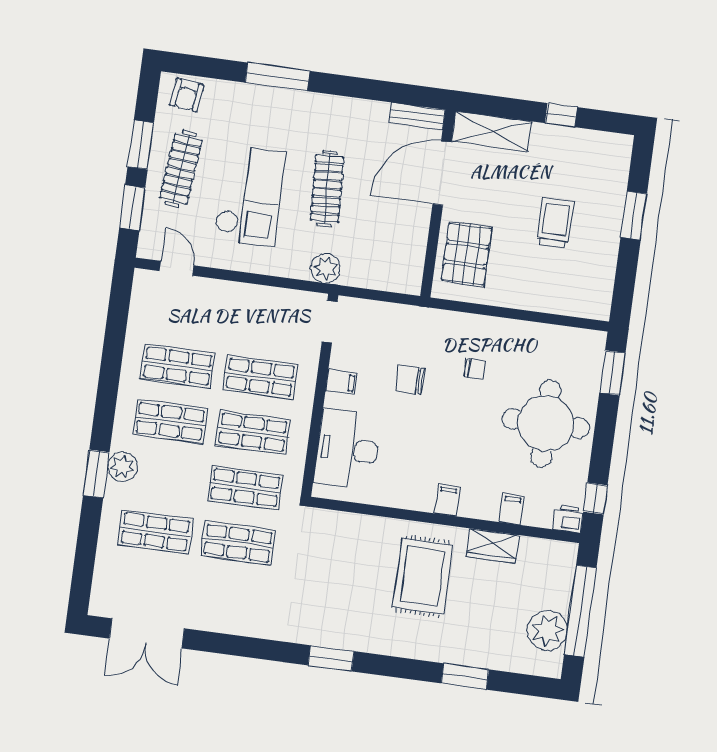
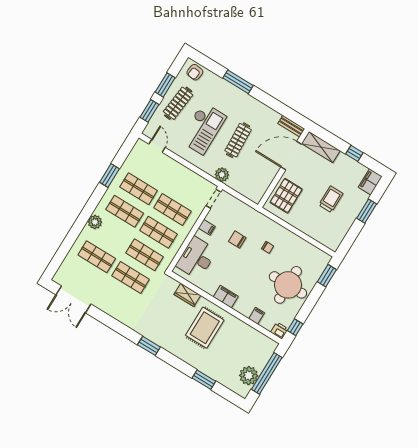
filing cabinet: (616, 156) -> (370, 182), added
window: (96, 474) -> (110, 175), moved
filing cabinet: (447, 500) -> (226, 297), width x2.00
wardrobe: (493, 546) -> (187, 295), moved

